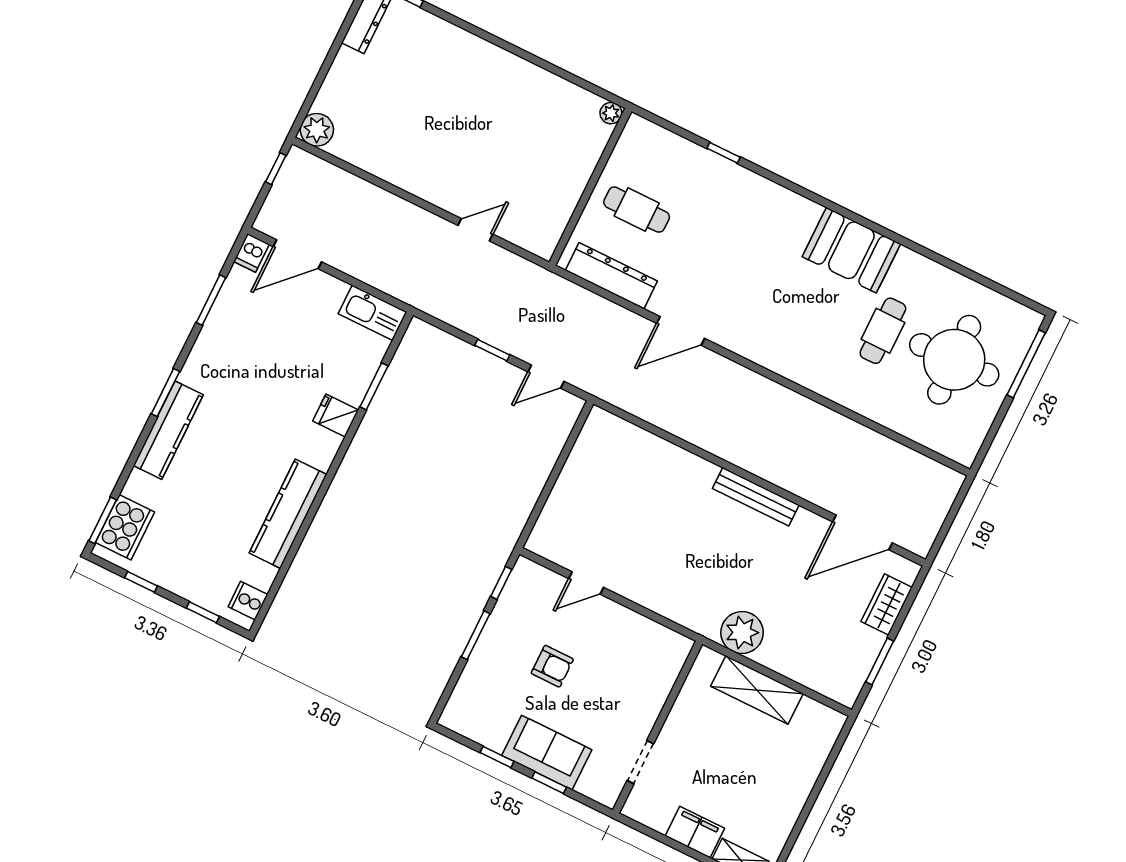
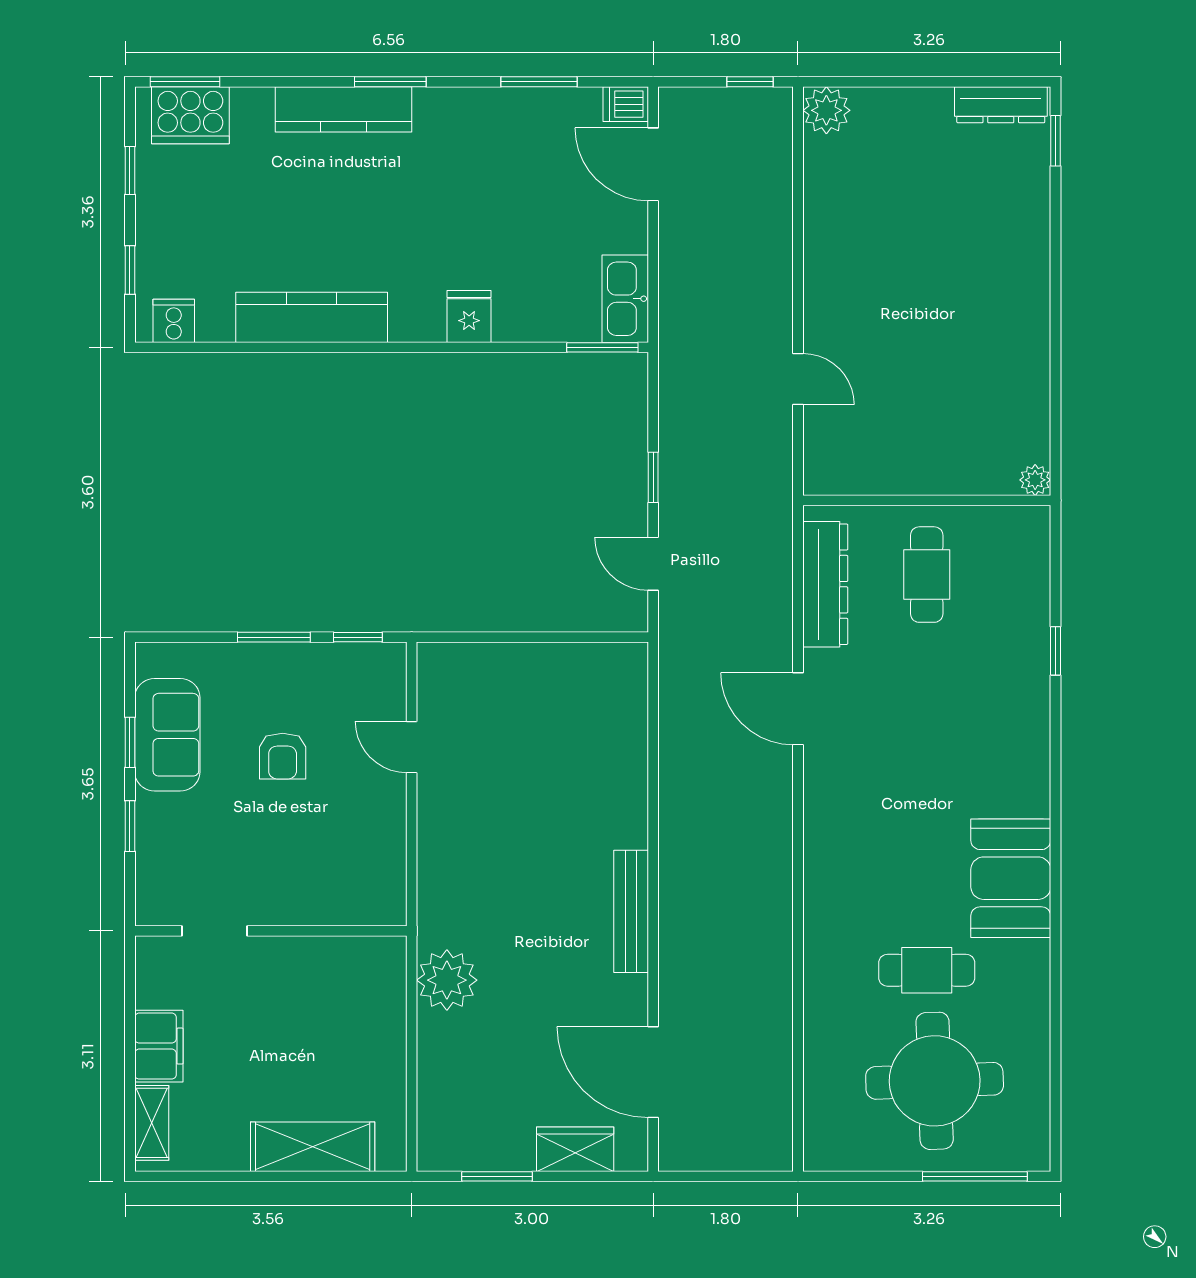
window: (374, 386) -> (602, 347), moved
shelving: (757, 690) -> (313, 1147), moved, turned 90
sofa: (547, 753) -> (167, 735), moved

